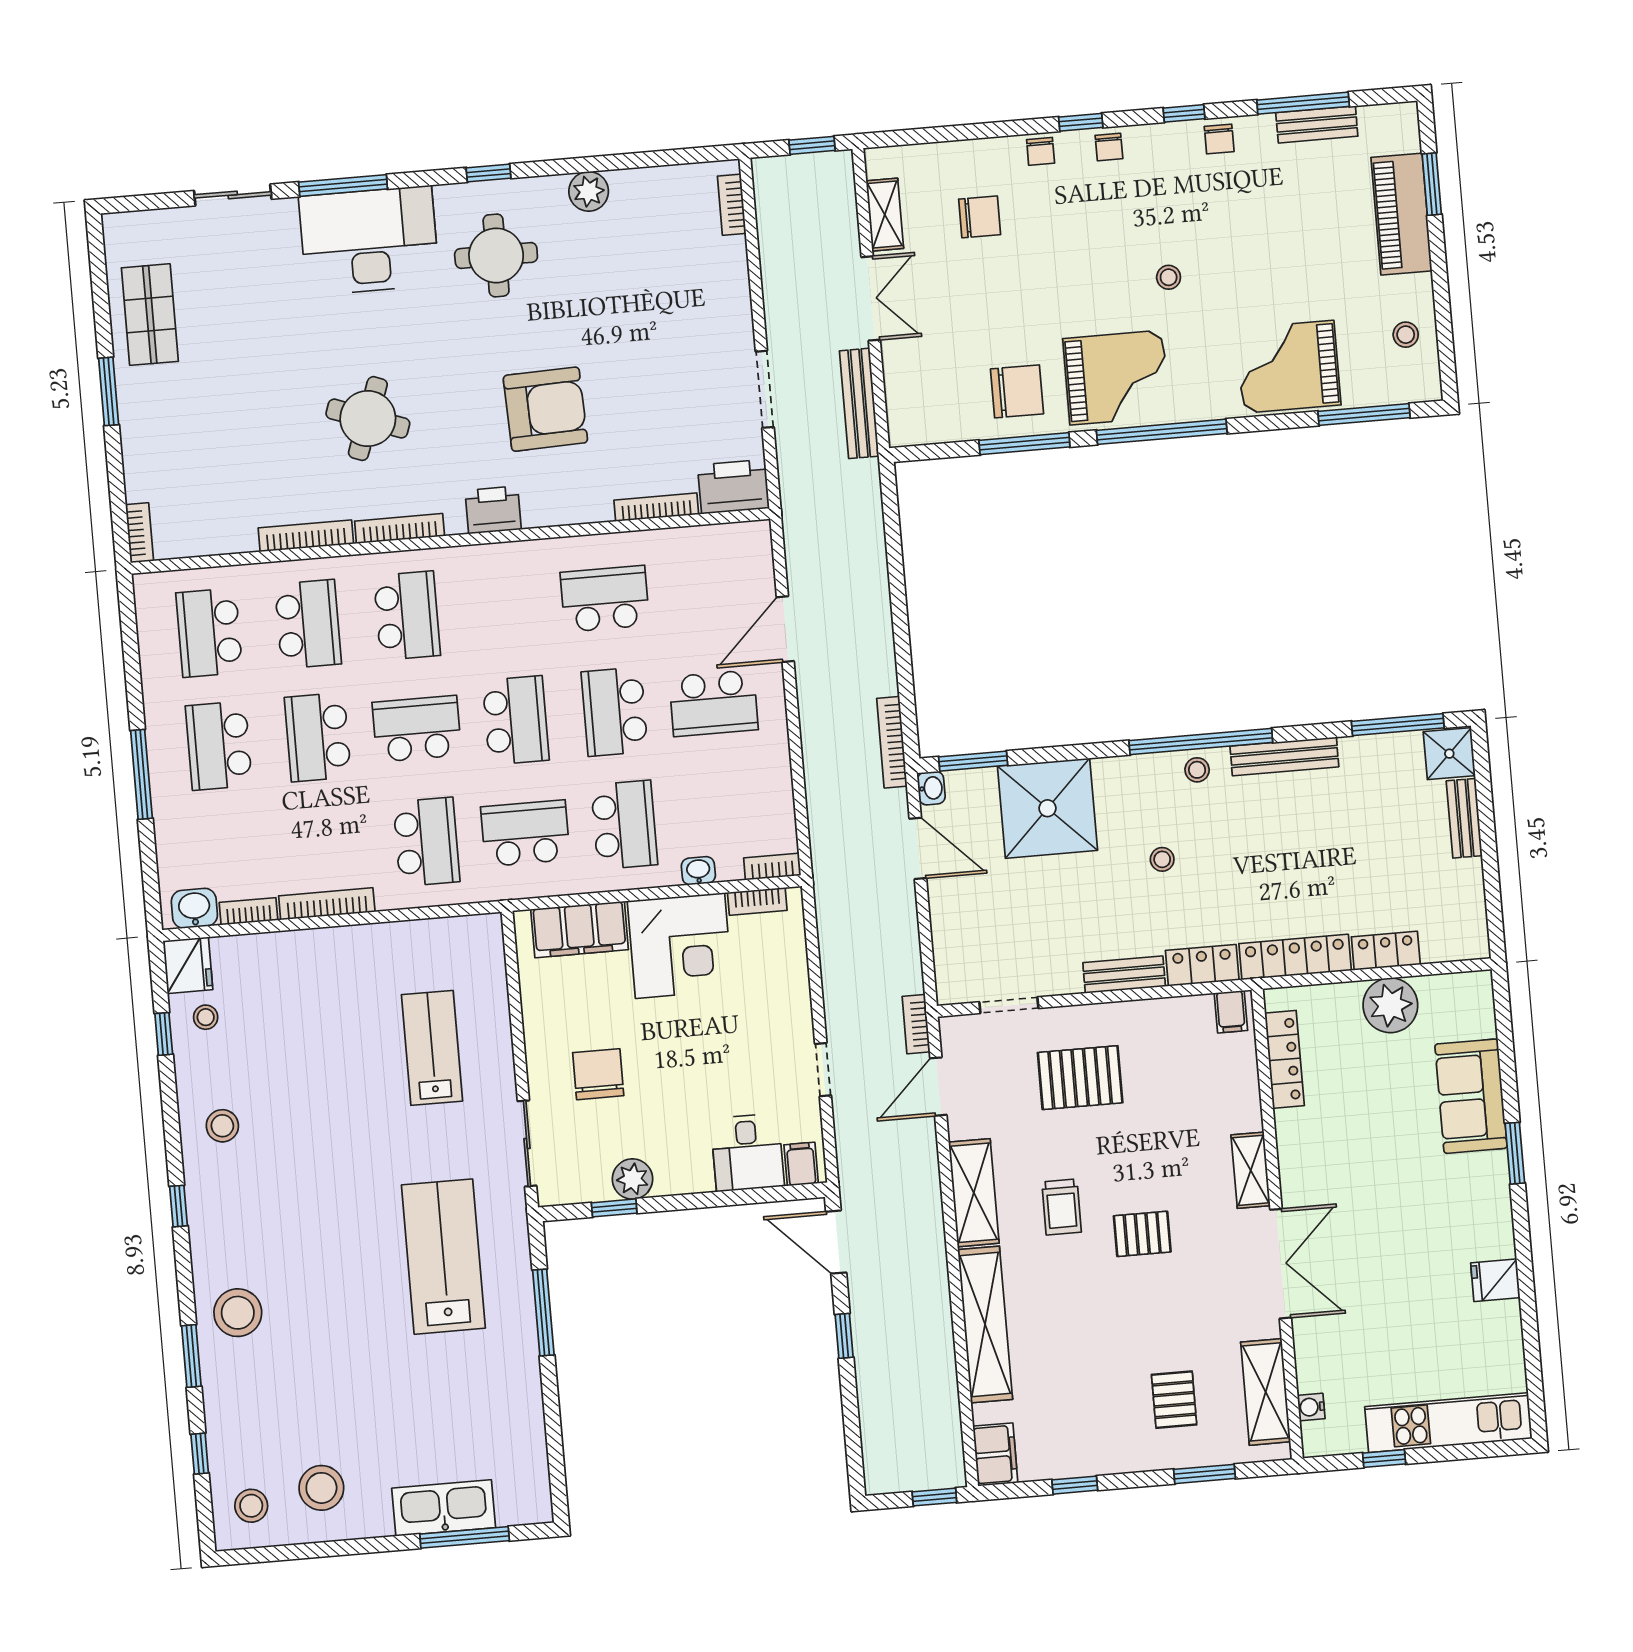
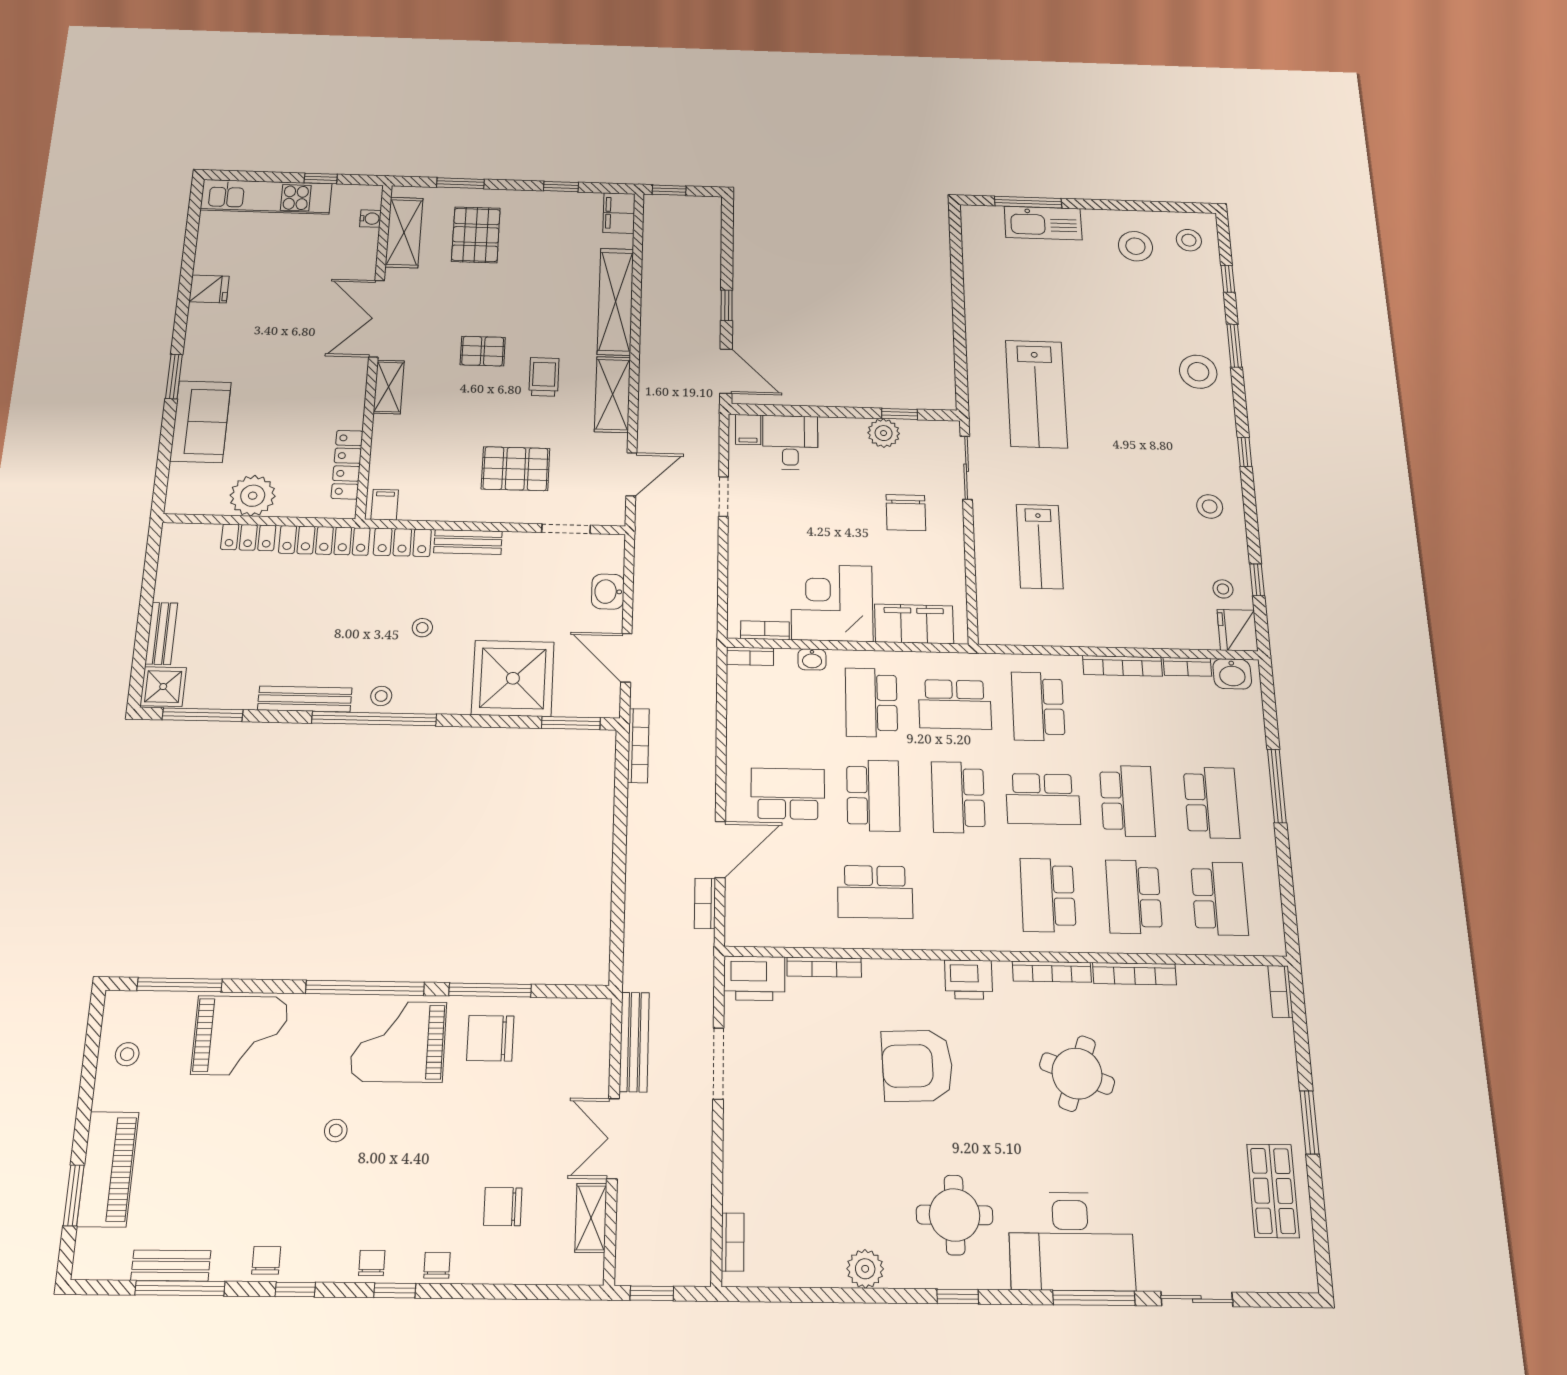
washbasin: (931, 788) -> (608, 592), moved, width x1.38, depth x1.45
bookcase: (916, 1024) -> (705, 903), moved, turned 180
window: (543, 1312) -> (960, 346), removed
pallet: (1174, 1400) -> (476, 235), width x1.50, depth x1.42

